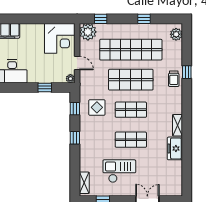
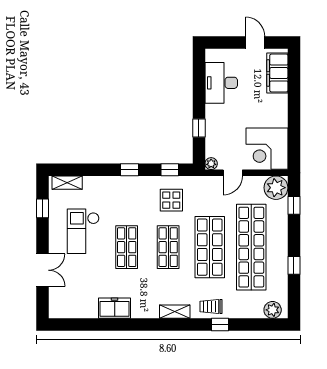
shelving: (177, 125) -> (175, 312), moved
checkout: (119, 171) -> (83, 231), turned 180

